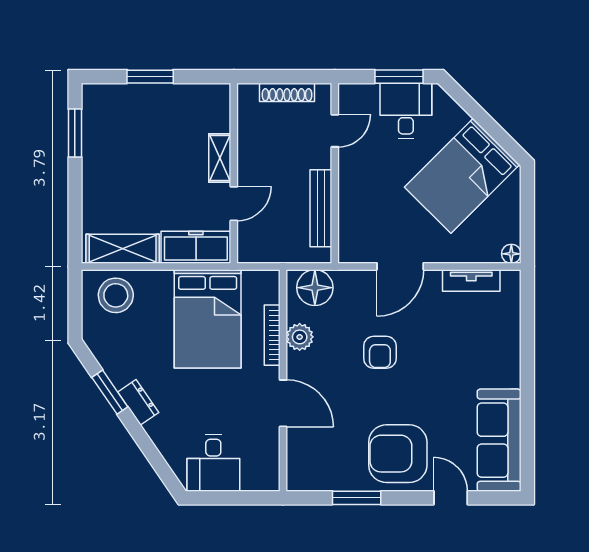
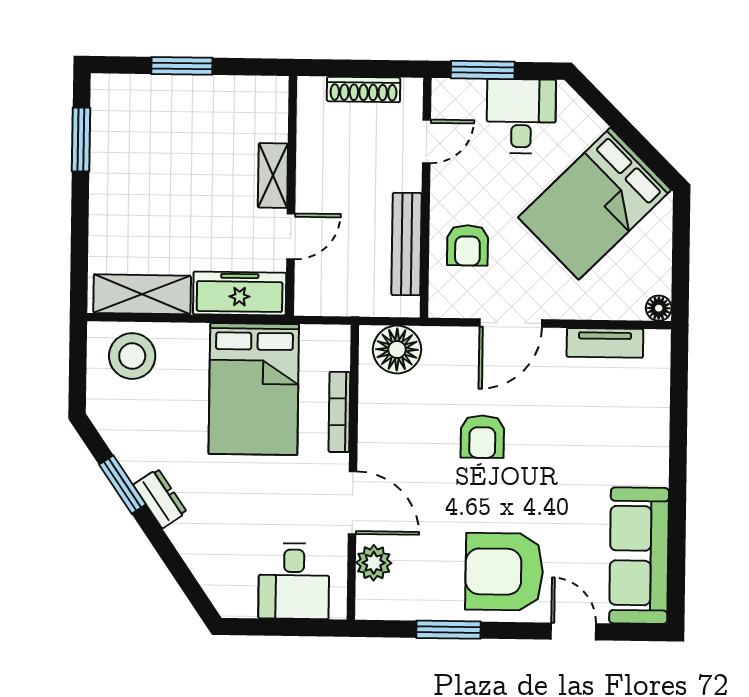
window: (399, 77) -> (483, 70), moved
armchair: (367, 209) -> (468, 245), added
plant: (300, 337) -> (374, 563), moved
desk: (213, 463) -> (294, 581), moved

